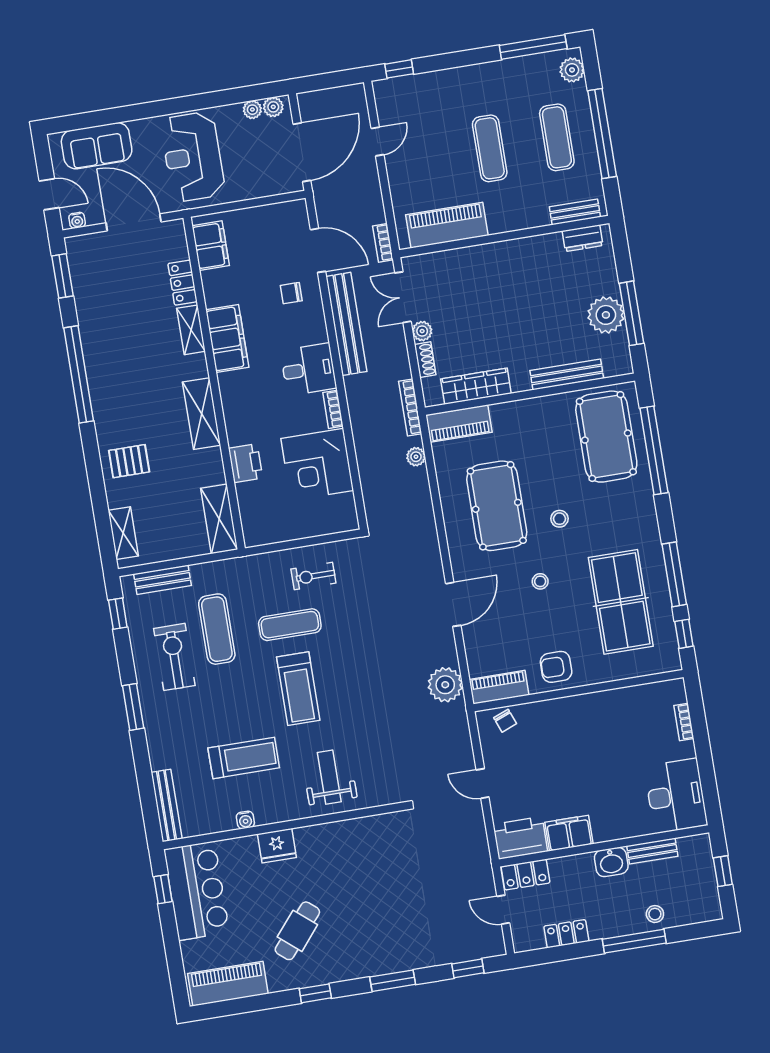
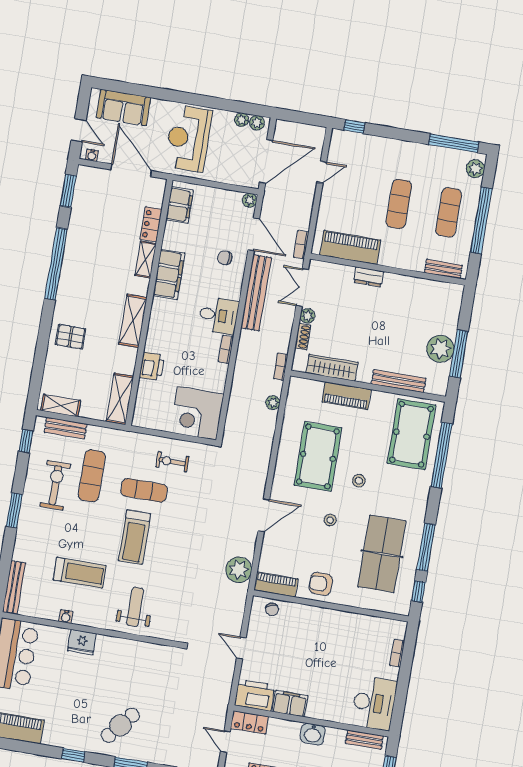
plant: (298, 209) -> (250, 200), added
dresser: (583, 238) -> (369, 277), moved
bookcase: (410, 407) -> (281, 367), width x0.64
piano: (459, 424) -> (347, 396), moved
corner desk: (317, 464) -> (197, 413), moved
shelving: (123, 533) -> (61, 405), moved, turned 90
bench: (652, 851) -> (364, 740), moved
cafe table: (297, 931) -> (120, 725), moved

